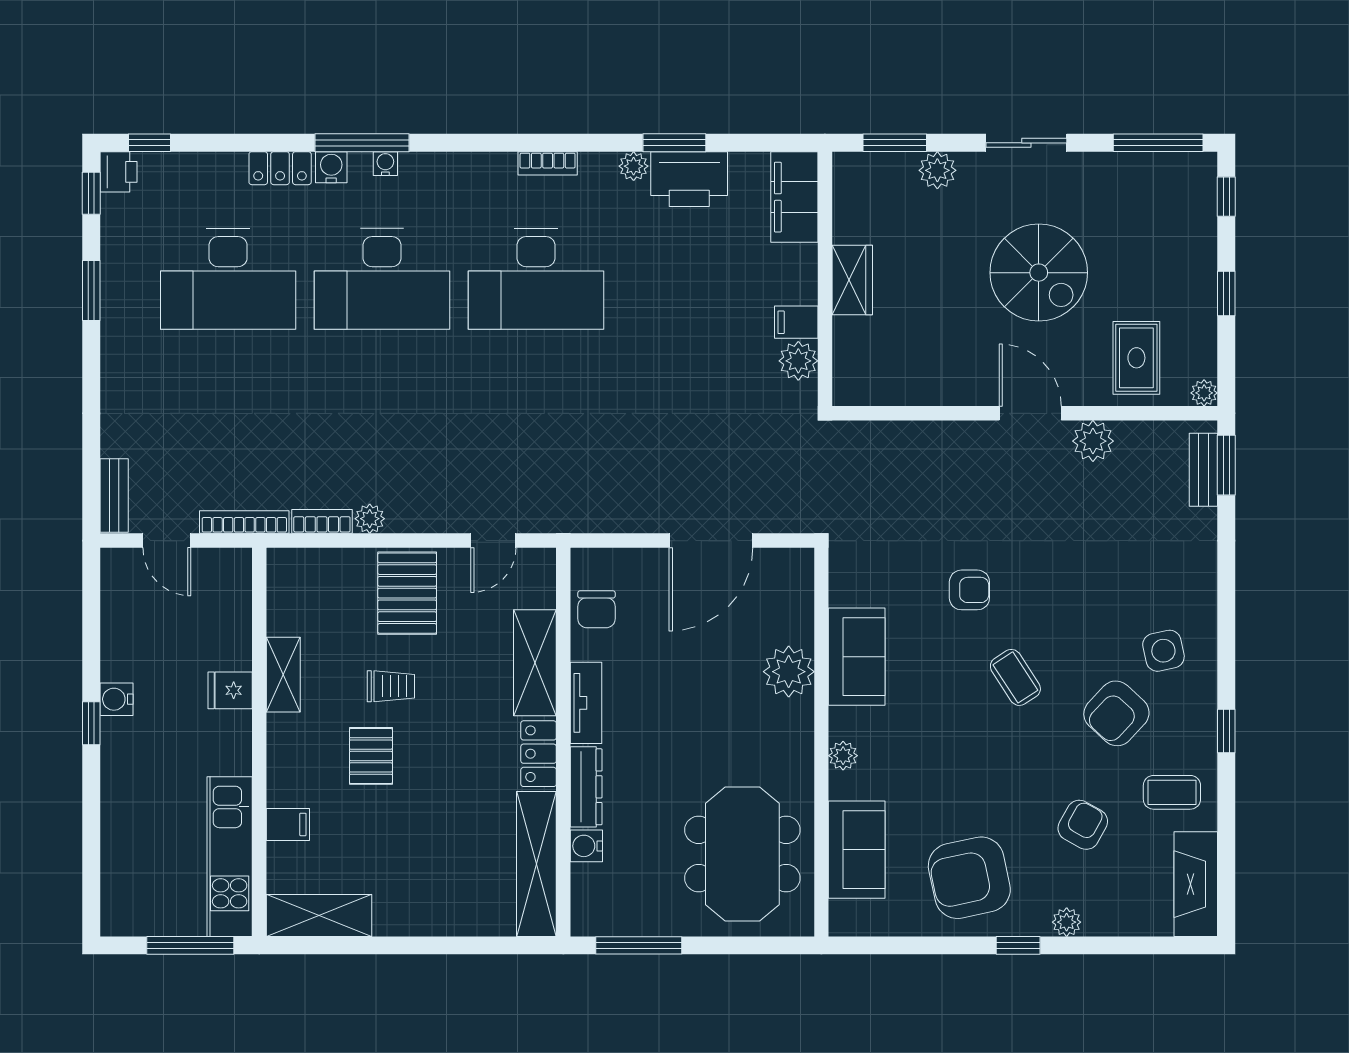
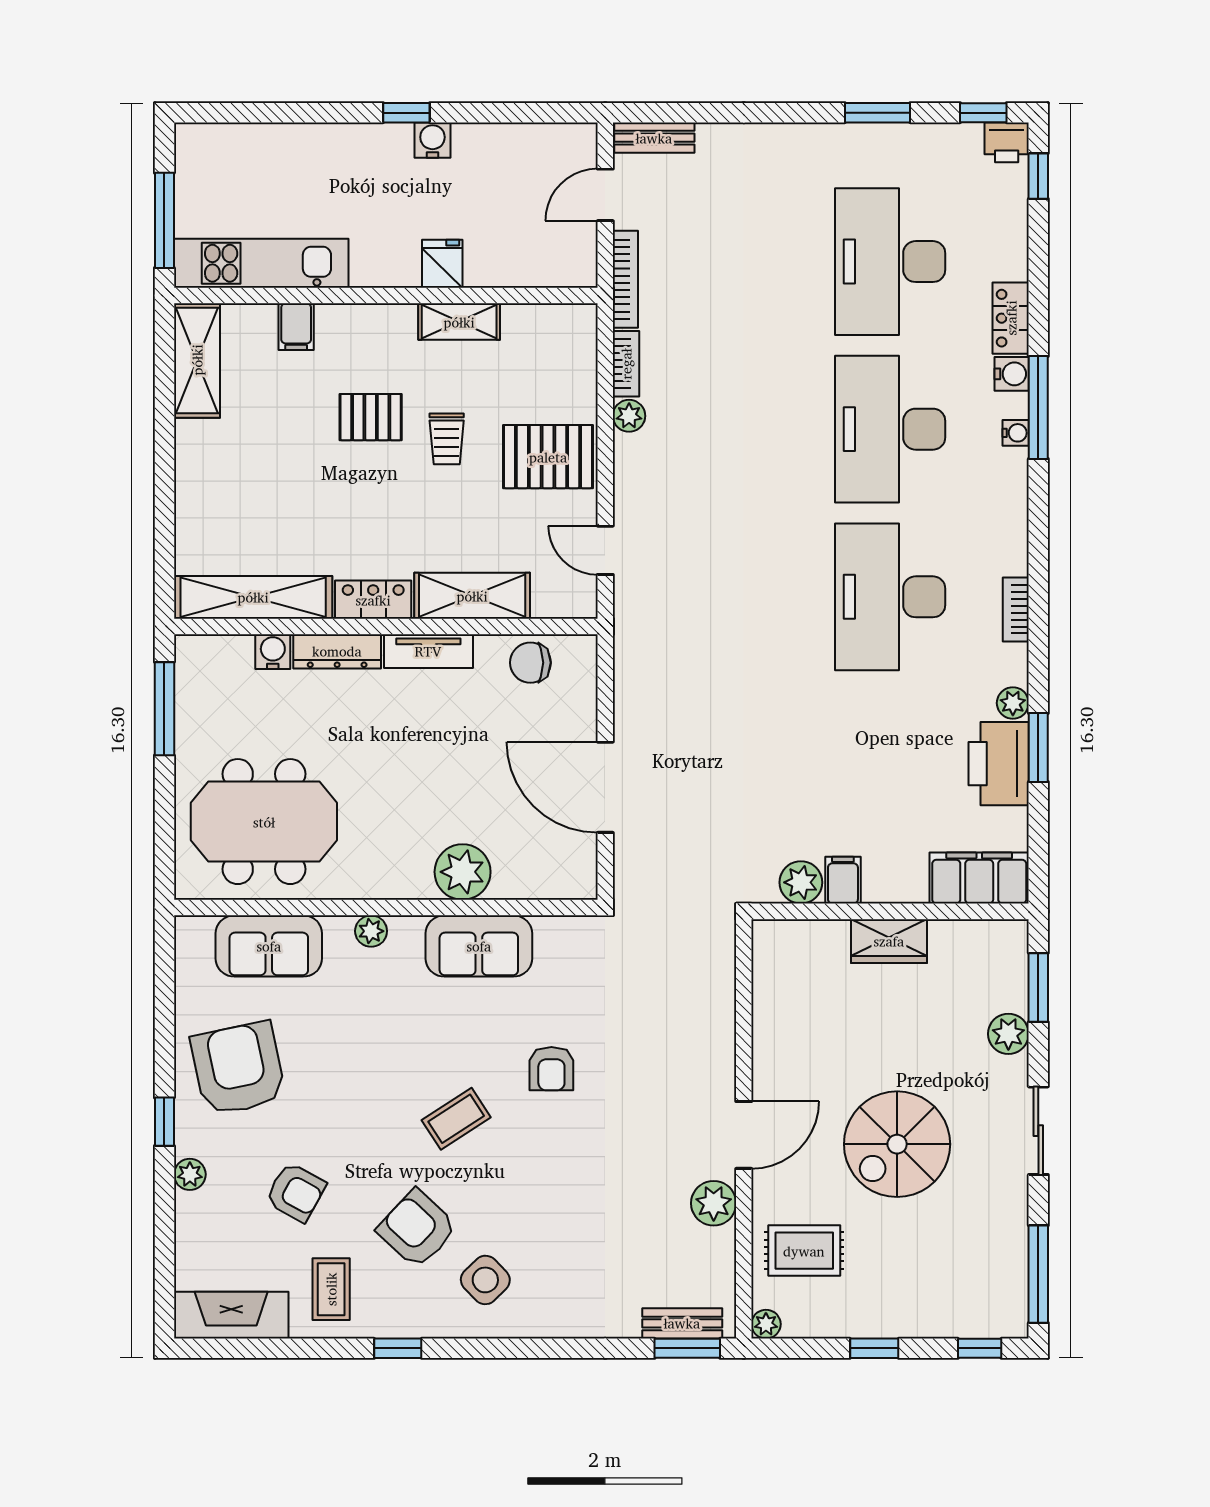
side table: (1163, 651) -> (485, 1280), turned -32

